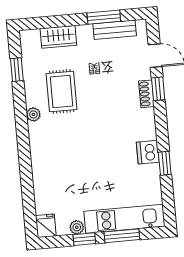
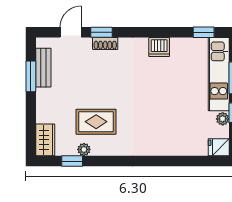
wardrobe: (58, 37) -> (45, 140), moved
plant: (33, 114) -> (84, 149), moved
window: (165, 163) -> (204, 32), moved

